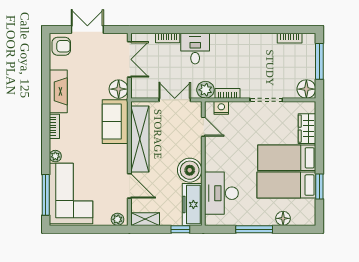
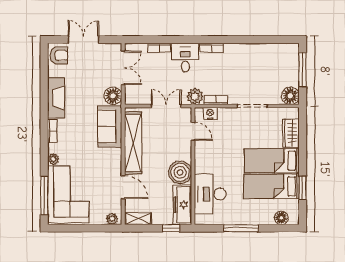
bookcase: (290, 38) -> (211, 48), moved
floor lamp: (283, 218) -> (281, 218), moved

